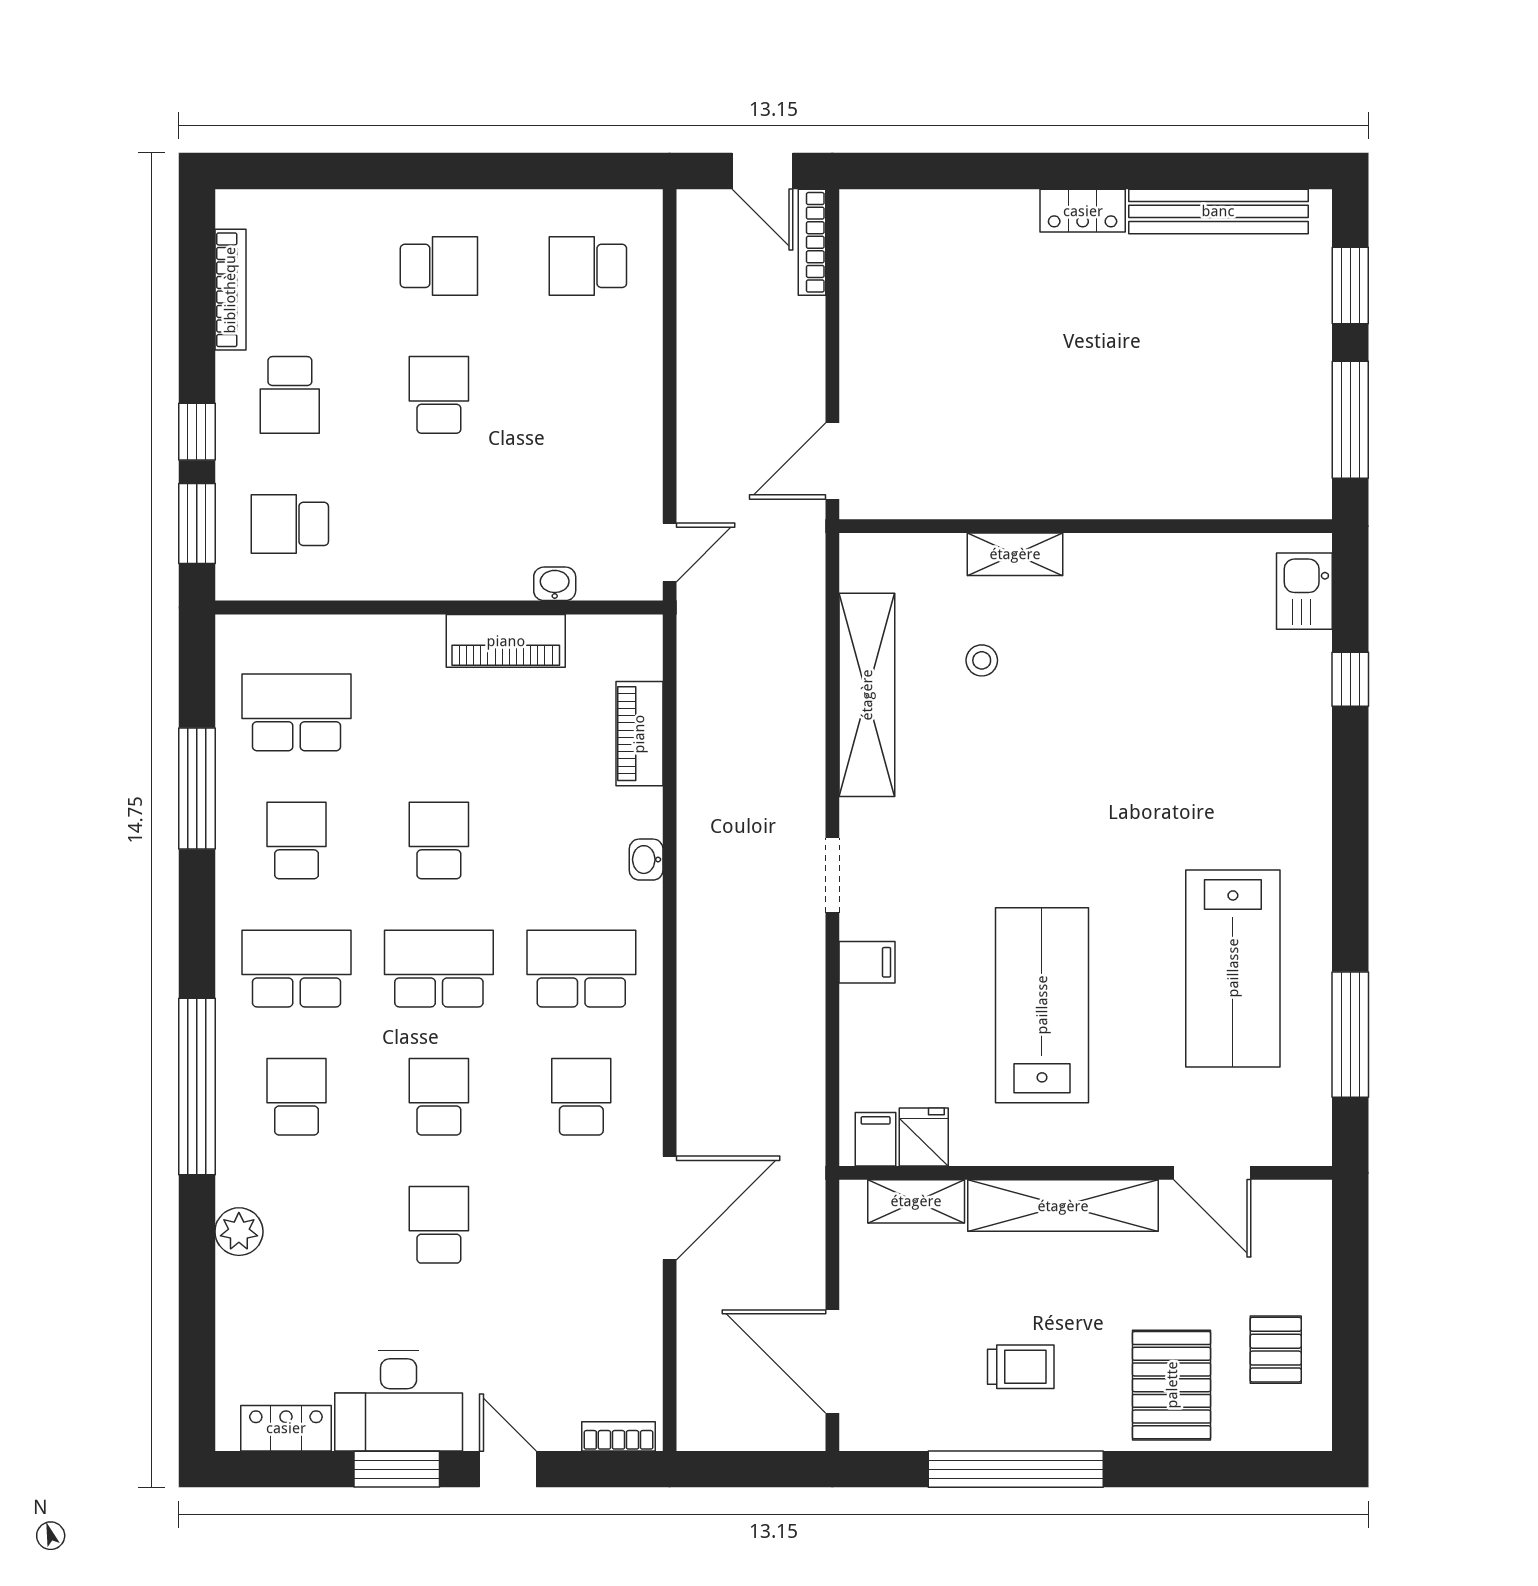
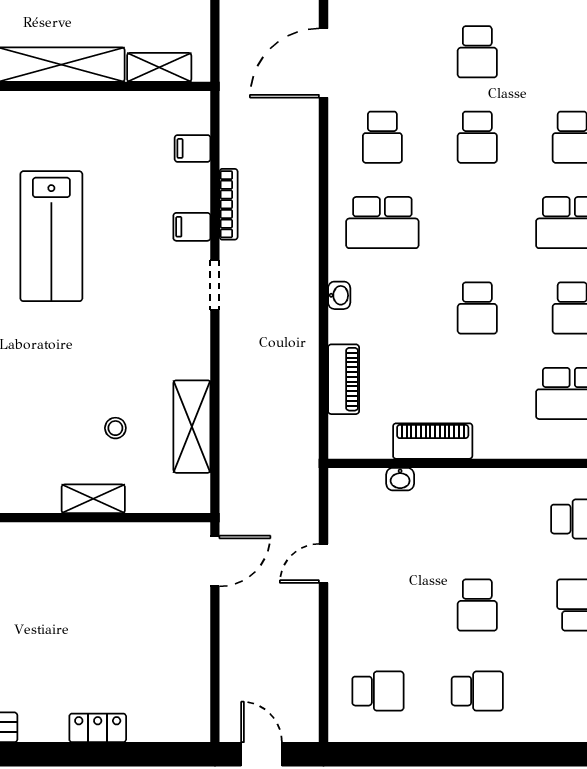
locker: (1083, 211) -> (98, 728), moved
bookcase: (812, 242) -> (229, 204), moved
school desk: (439, 266) -> (477, 691), turned 180
door: (670, 552) -> (324, 563), moved
shelving: (867, 695) -> (192, 427), width x0.68
school desk: (439, 969) -> (477, 223), removed
lab bench: (1042, 1005) -> (51, 236), moved
fridge: (924, 1137) -> (154, 110), removed
filing cabinet: (876, 1139) -> (193, 148), moved, turned 90

